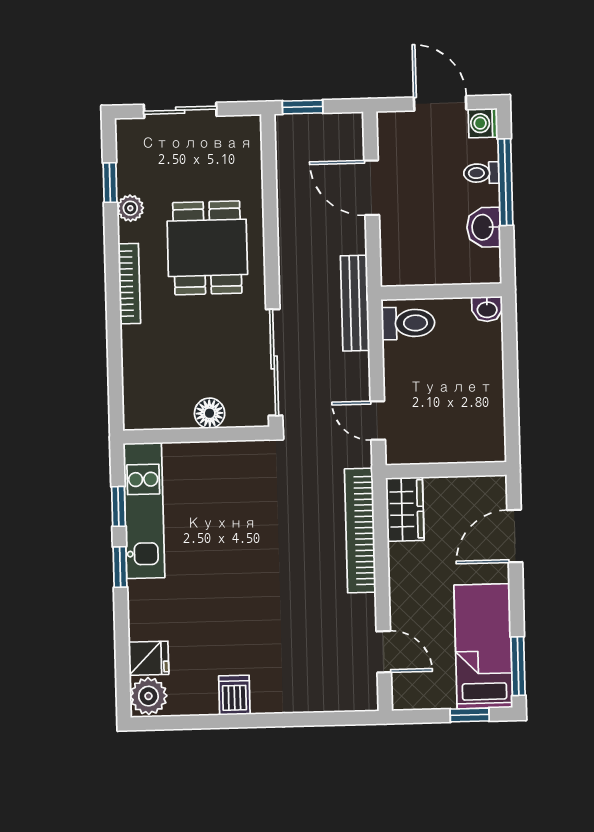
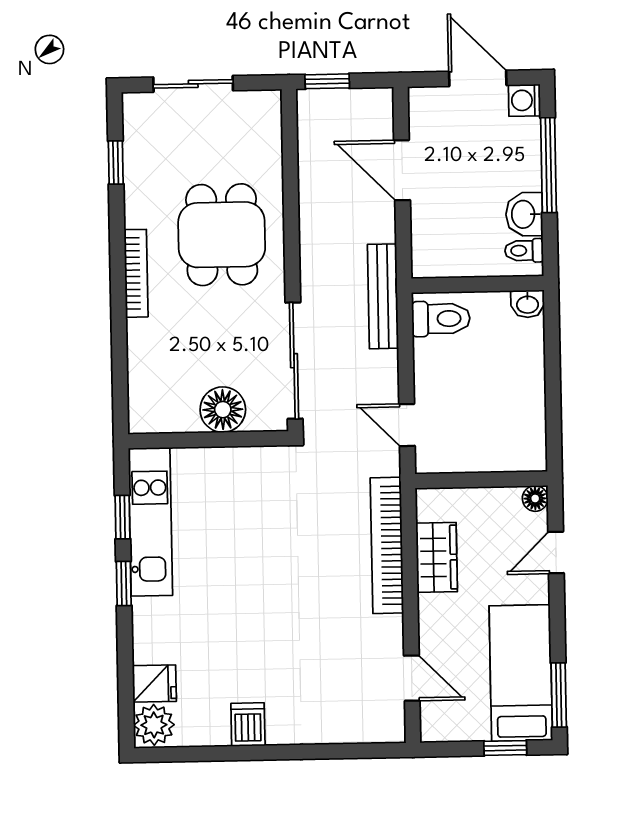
toilet: (481, 173) -> (524, 251), moved
plant: (130, 208) -> (138, 191), removed
floor lamp: (210, 413) -> (223, 410), width x1.38, depth x1.38
floor lamp: (495, 487) -> (535, 498), added
wardrobe: (405, 509) -> (437, 557), moved
door: (515, 536) -> (556, 553), width x0.73

